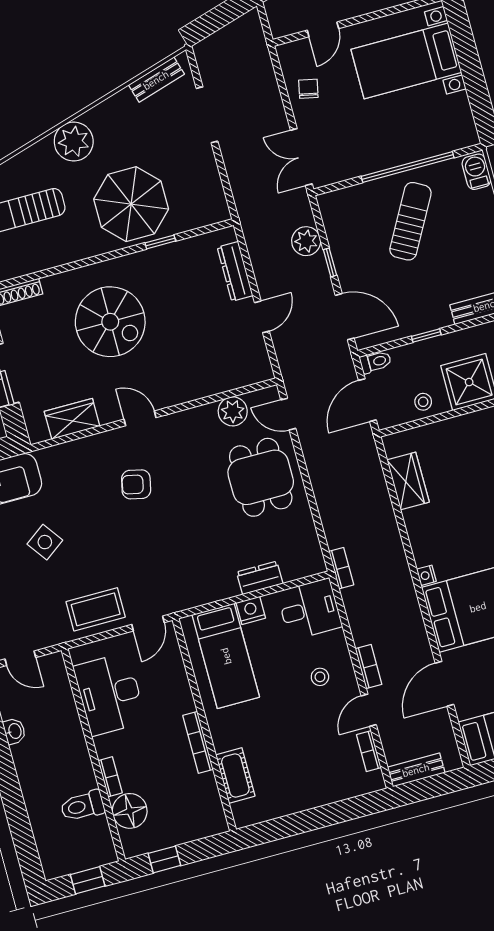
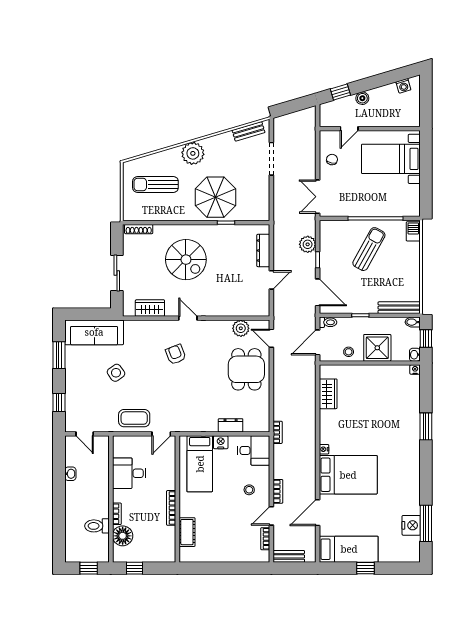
armchair: (136, 484) -> (176, 354), turned 56
desk: (110, 694) -> (129, 473), width x0.73

